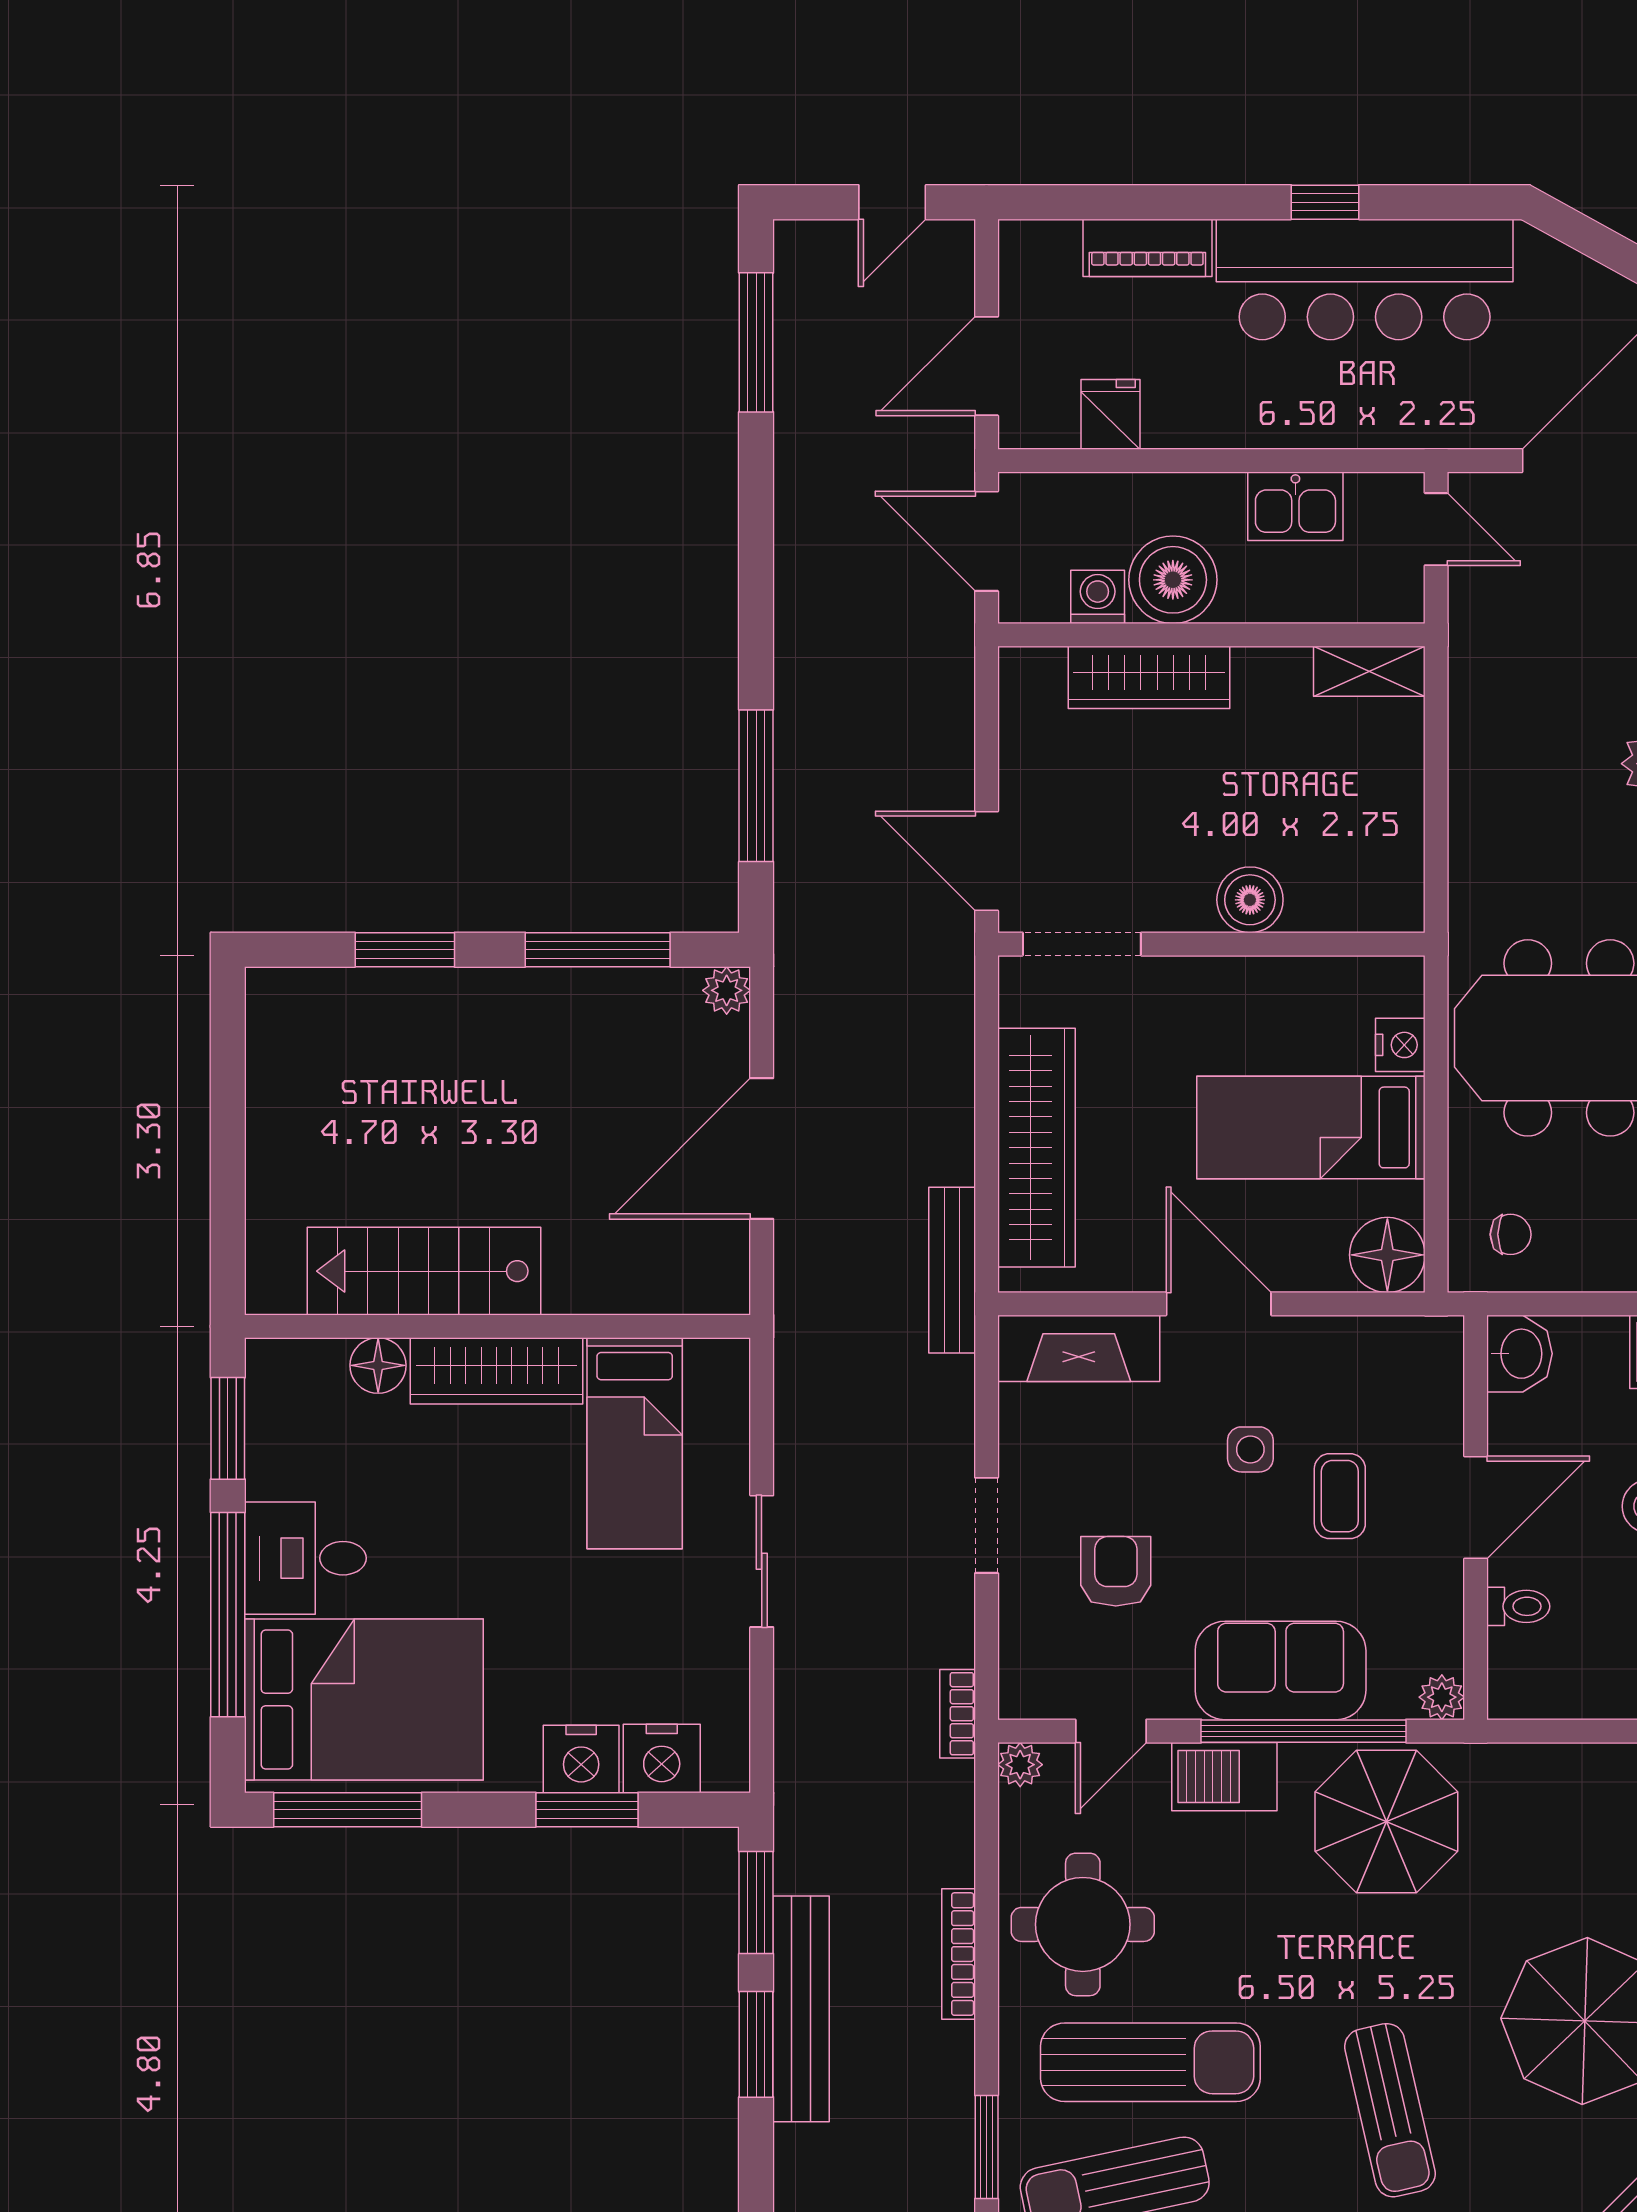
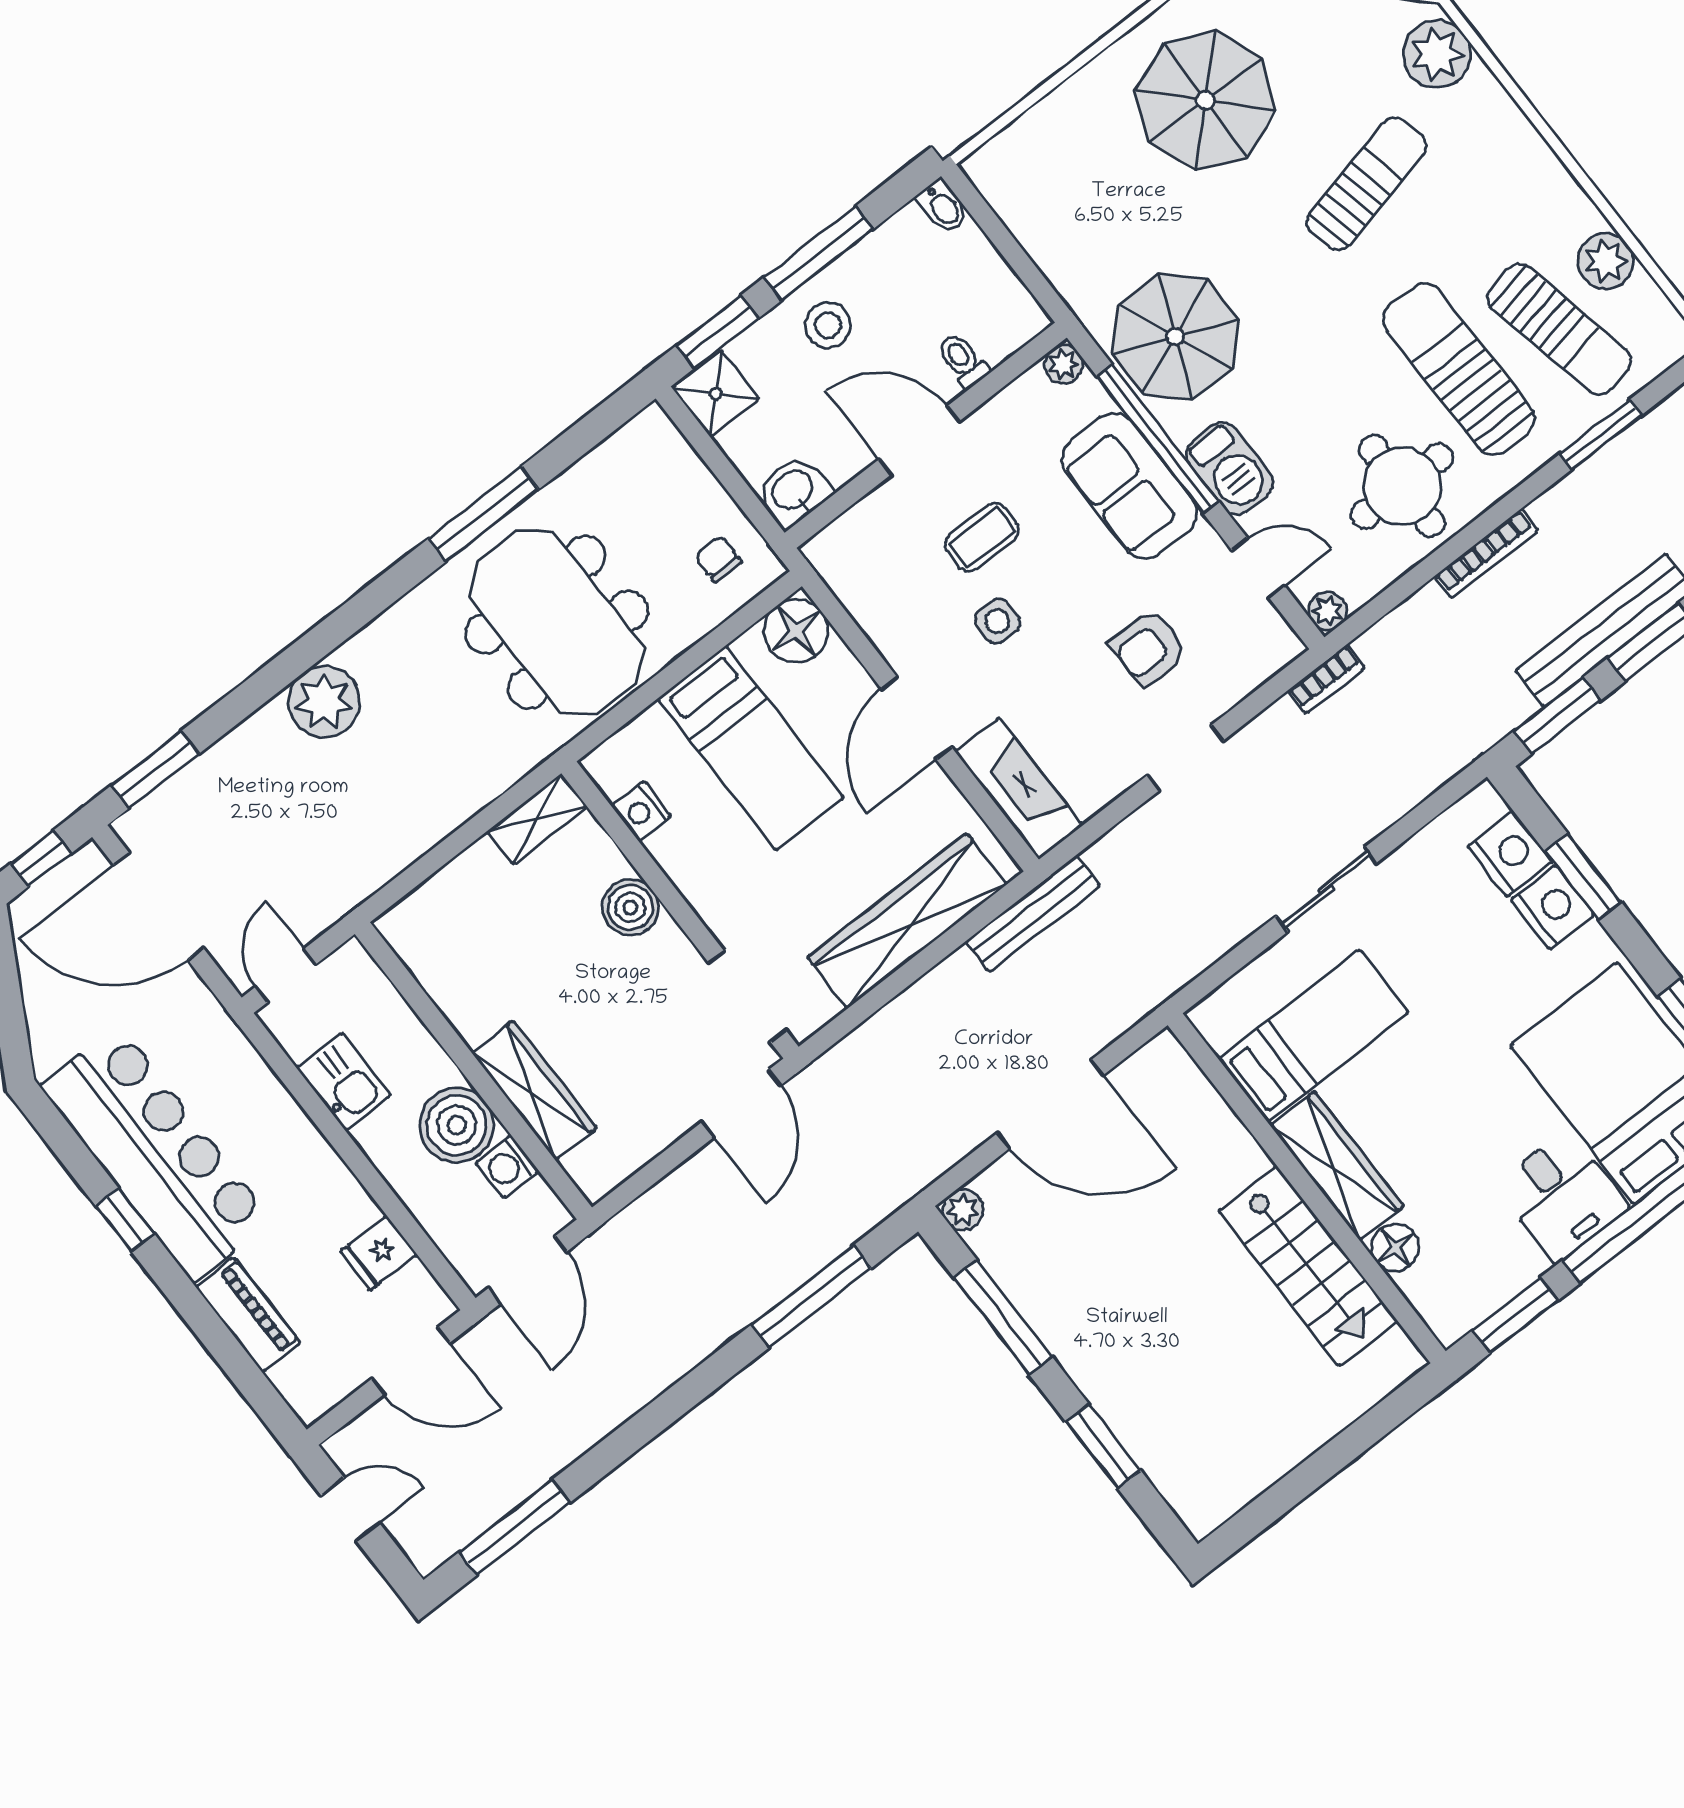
shelving: (1369, 671) -> (537, 819), moved, turned 90
nightstand: (1400, 1045) -> (641, 811), moved, turned -90

